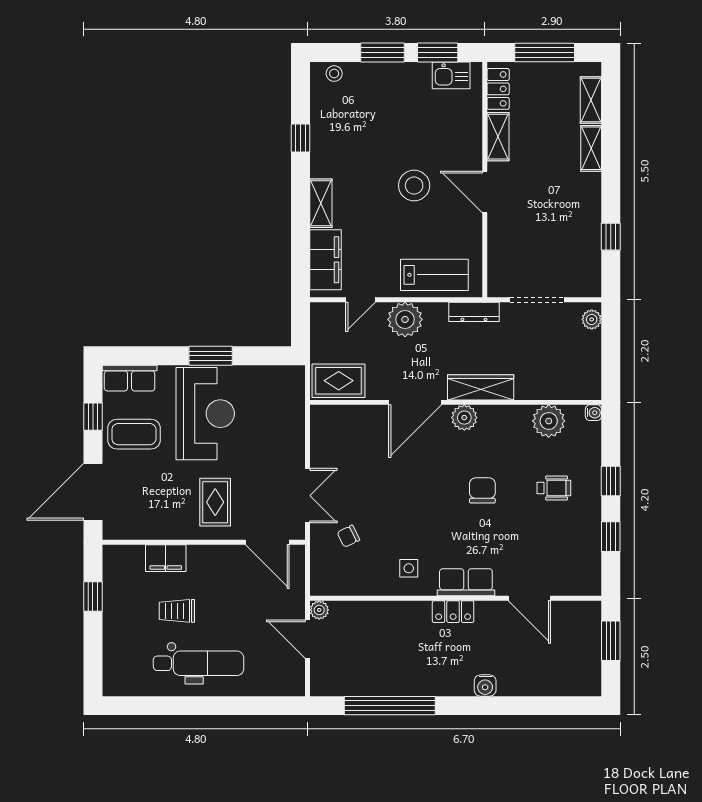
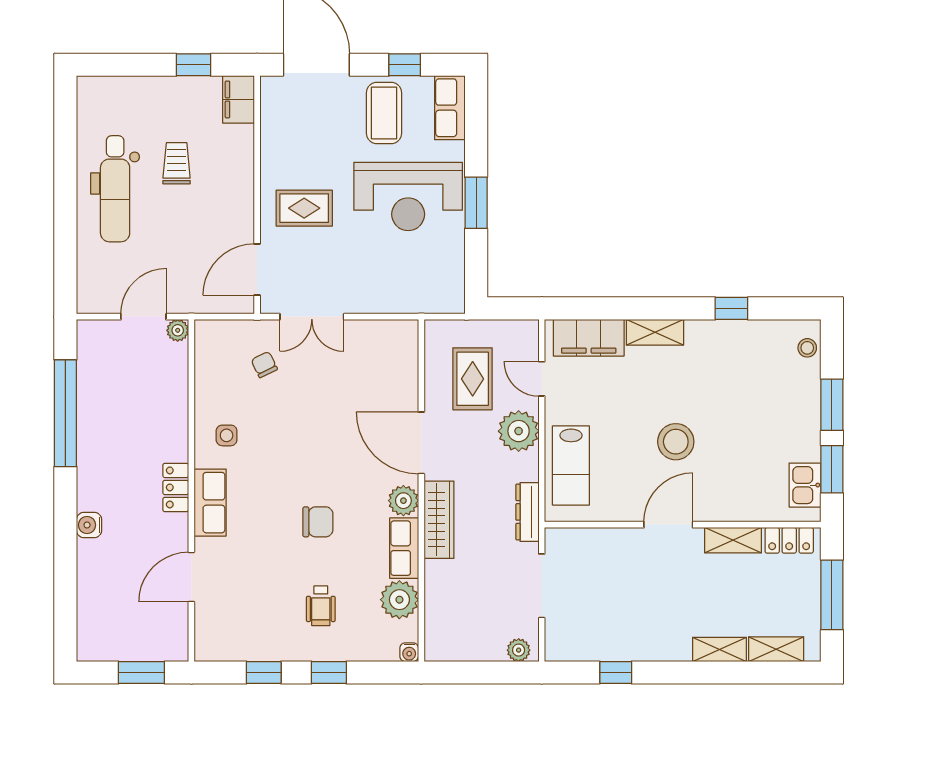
rug: (339, 381) -> (473, 379), moved
row of seats: (505, 417) -> (404, 548), added
filing cabinet: (166, 558) -> (239, 99), moved

